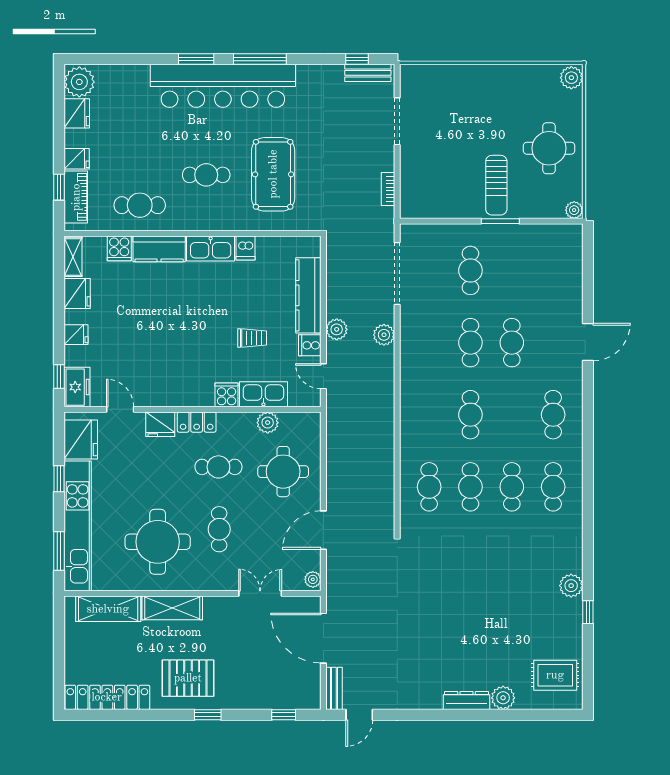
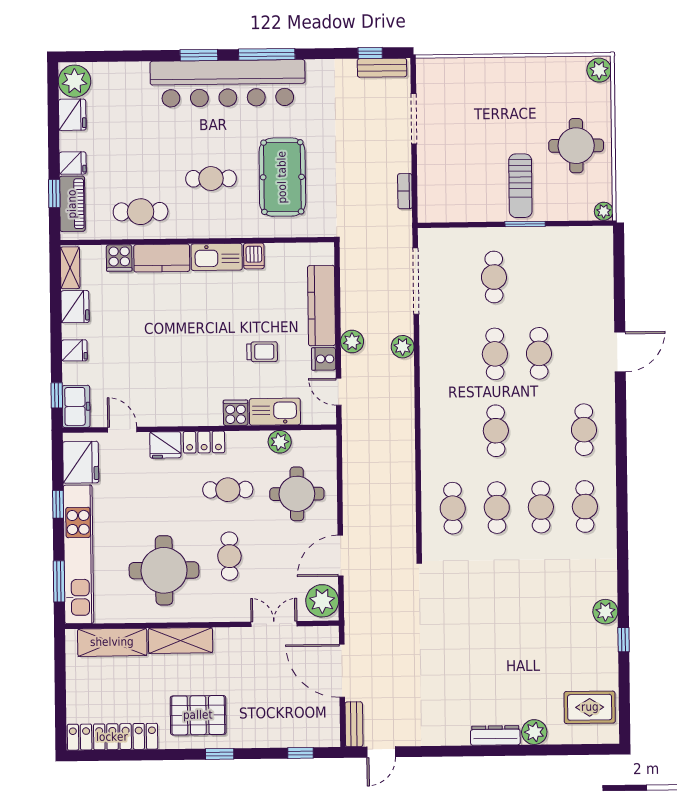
plant: (313, 579) -> (322, 601), width x1.87, depth x1.87

